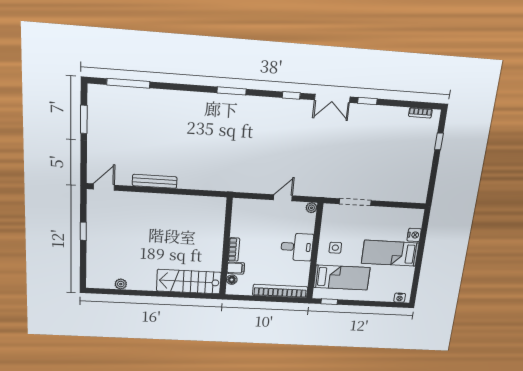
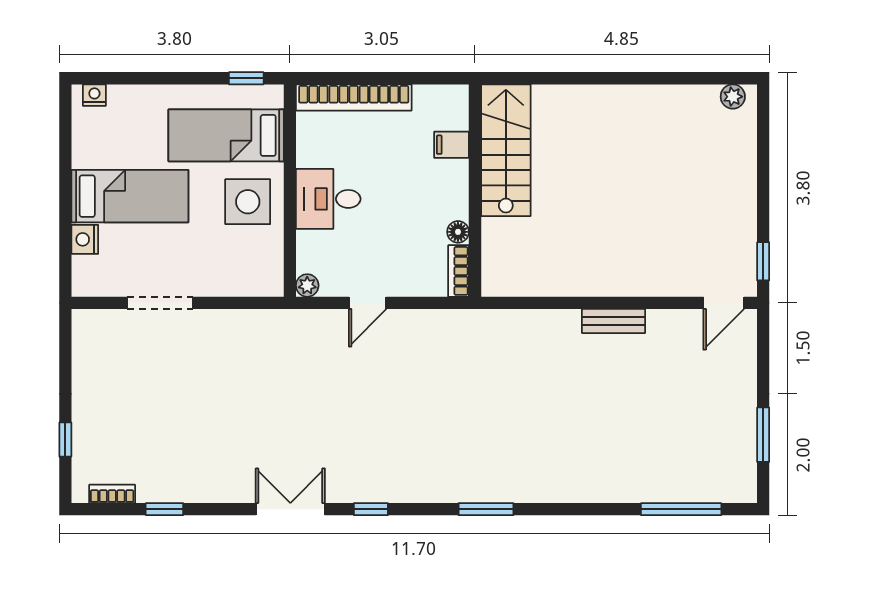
window: (367, 101) -> (164, 509), moved
bench: (155, 181) -> (614, 321), width x0.73
doorway: (355, 202) -> (160, 303), moved
window: (83, 231) -> (763, 261), moved
side table: (335, 248) -> (248, 202), width x1.87, depth x1.87
bookcase: (234, 249) -> (459, 271), moved
floor lamp: (232, 280) -> (458, 232), moved
stairs: (189, 282) -> (506, 150), moved, turned -90
plant: (121, 284) -> (733, 97), moved

